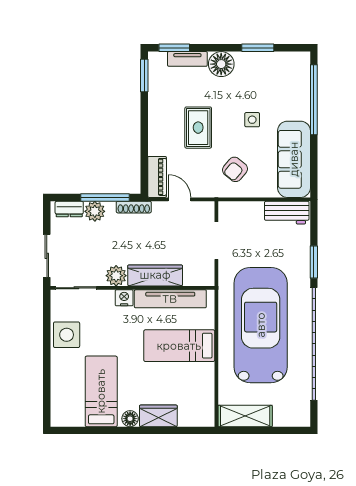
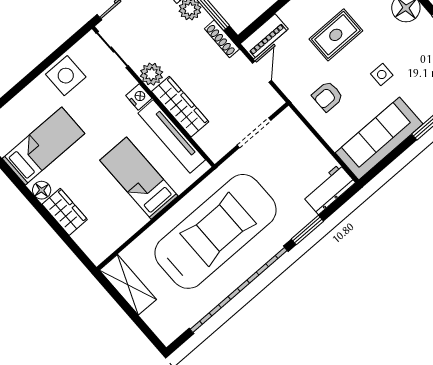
armchair: (235, 169) -> (328, 96), turned -40
workbench: (287, 213) -> (329, 189), moved, turned 90

